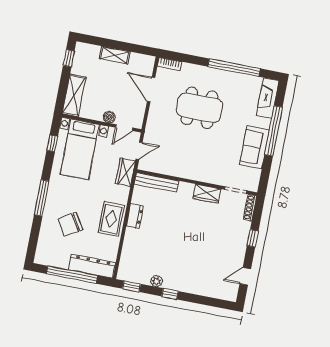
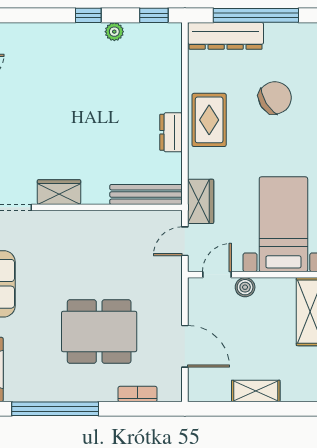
bookcase: (169, 64) -> (138, 394), moved

